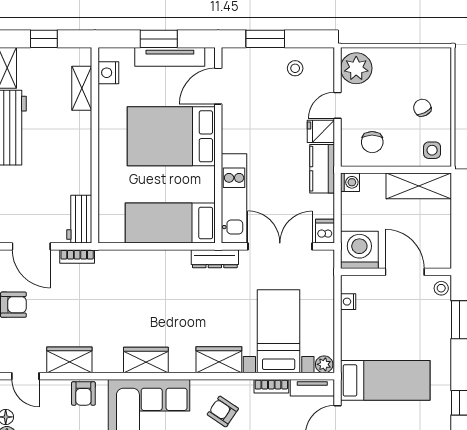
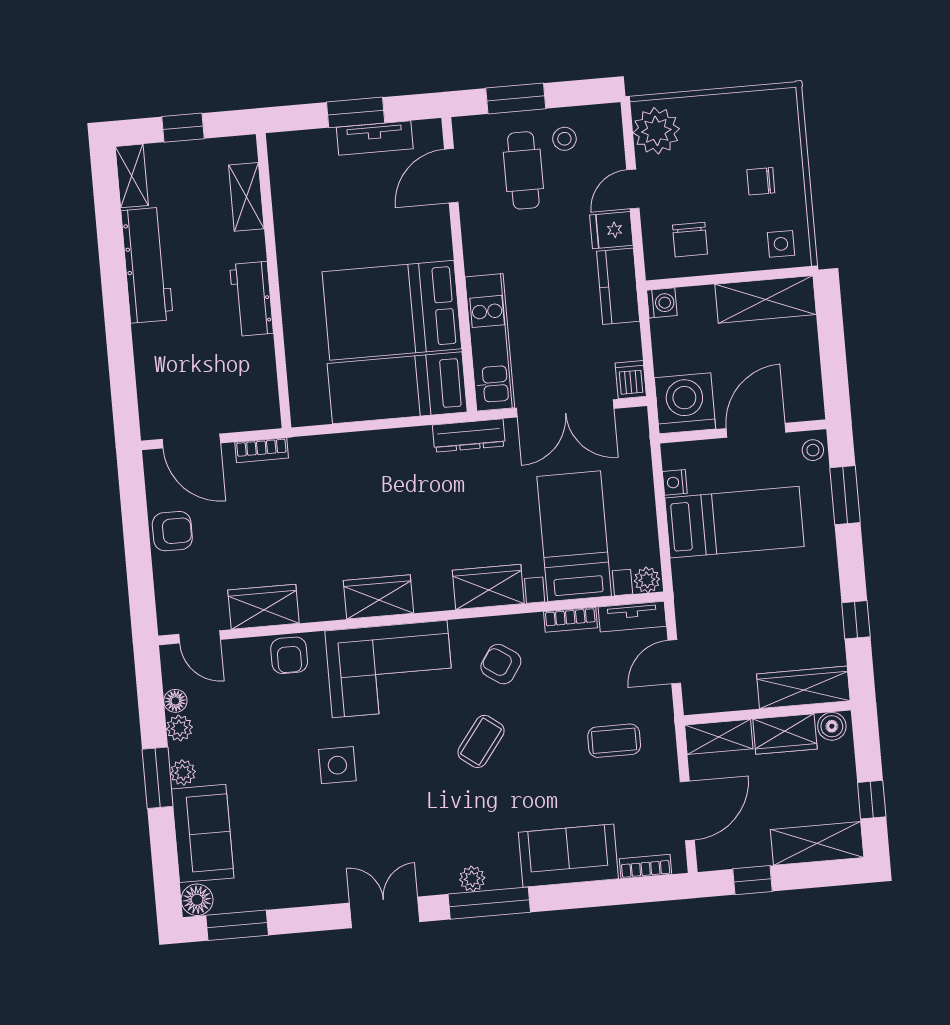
tv unit: (170, 57) -> (375, 138), width x0.71
nightstand: (108, 73) -> (284, 170), removed
cafe table: (266, 87) -> (523, 170), added
chair: (422, 108) -> (761, 181), turned -64
bed: (171, 136) -> (392, 310), moved
workbench: (79, 219) -> (252, 299), moved
double door: (280, 246) -> (565, 408), swing flipped
door: (405, 272) -> (756, 430), hinge flipped
bed: (385, 380) -> (734, 522), moved

